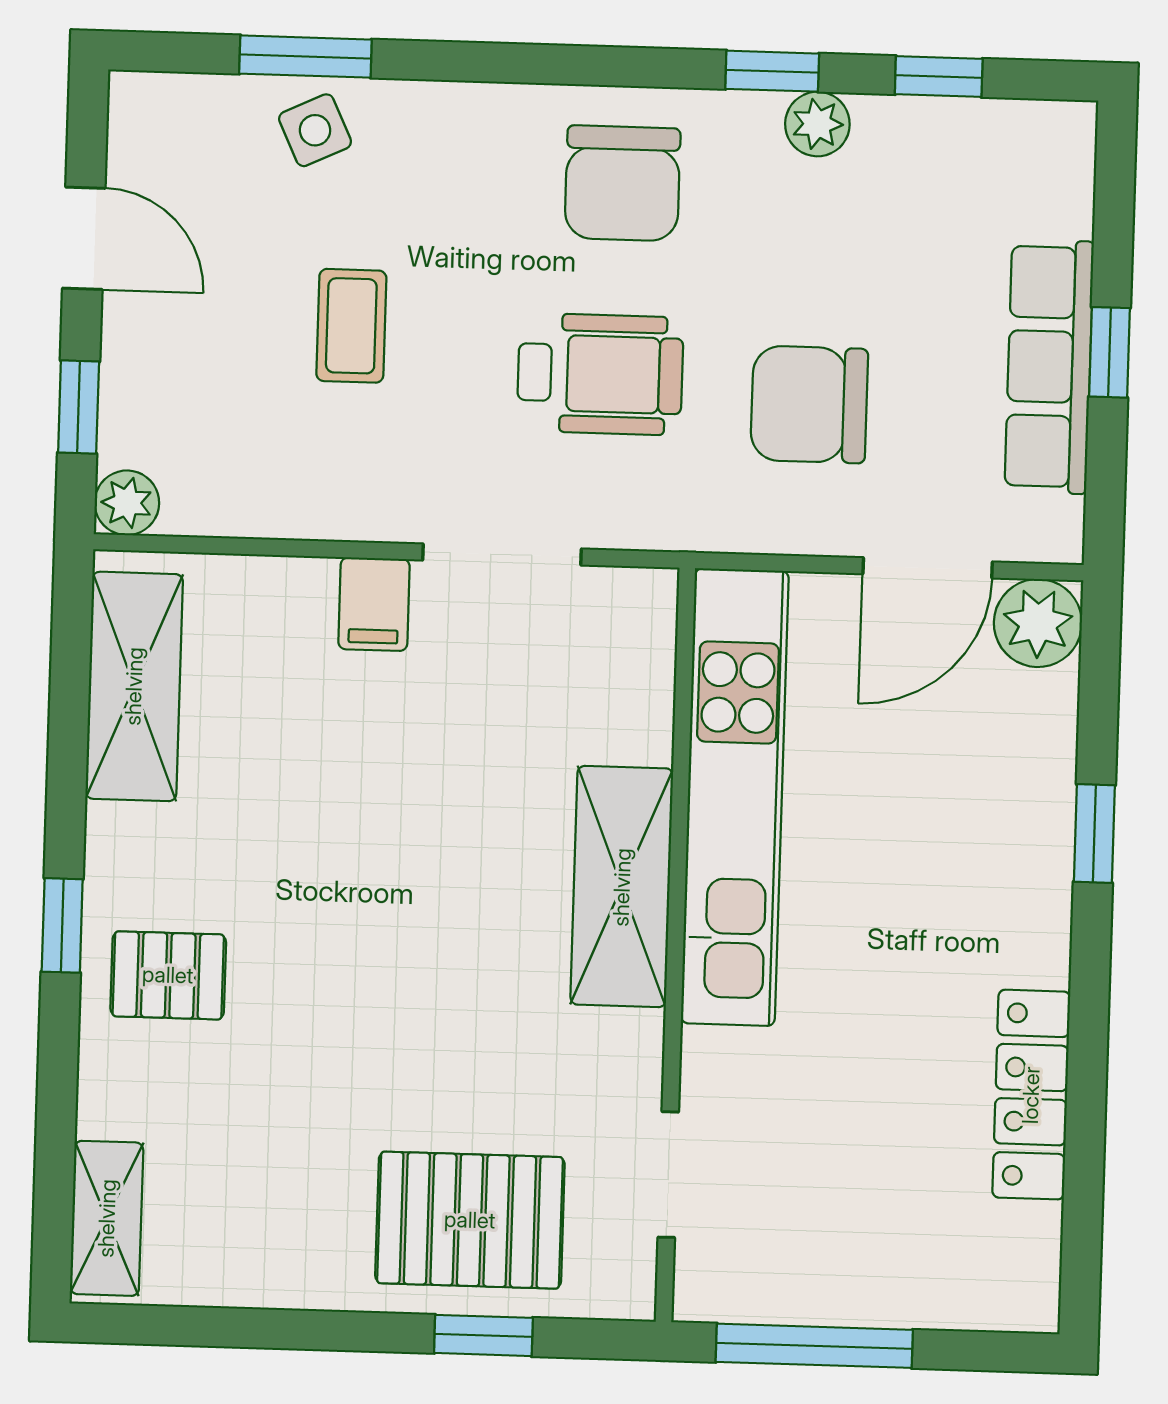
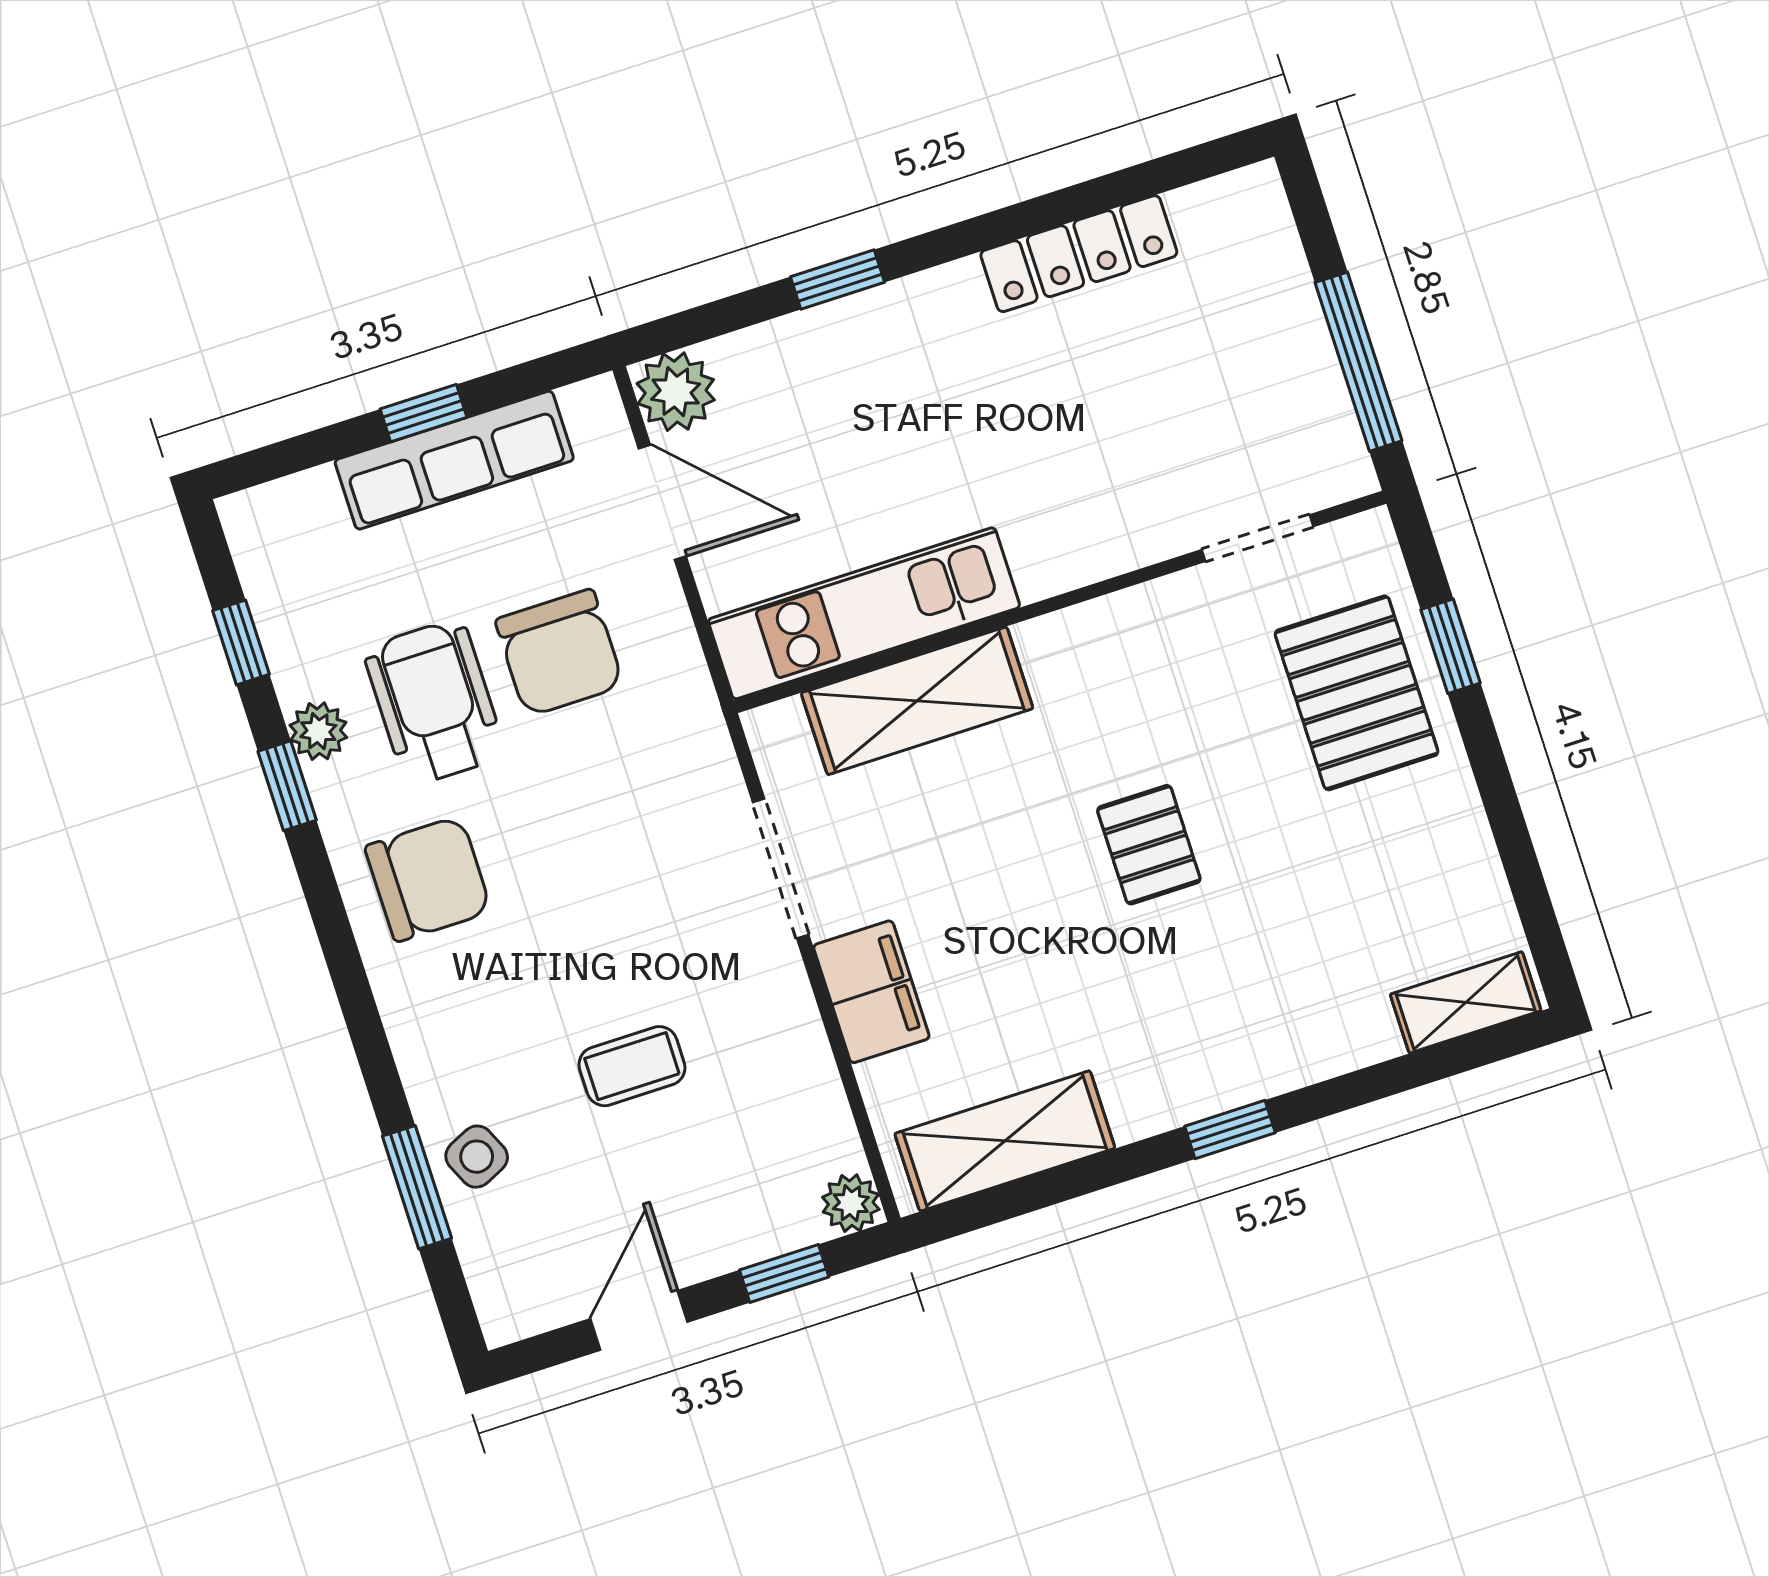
wheelchair: (600, 374) -> (434, 702), moved
filing cabinet: (374, 604) -> (871, 992), width x2.00
kitchen unit: (735, 797) -> (864, 613), width x0.73
shelving: (622, 887) -> (917, 701), moved
pallet: (168, 975) -> (1149, 845), moved

